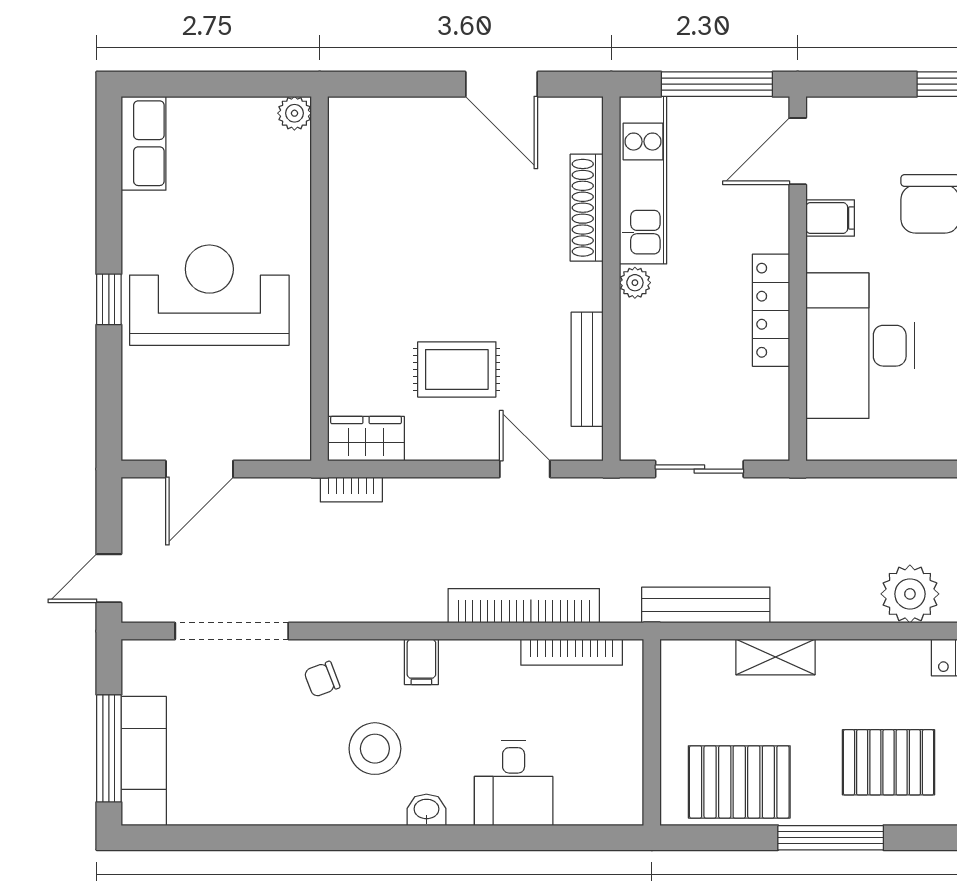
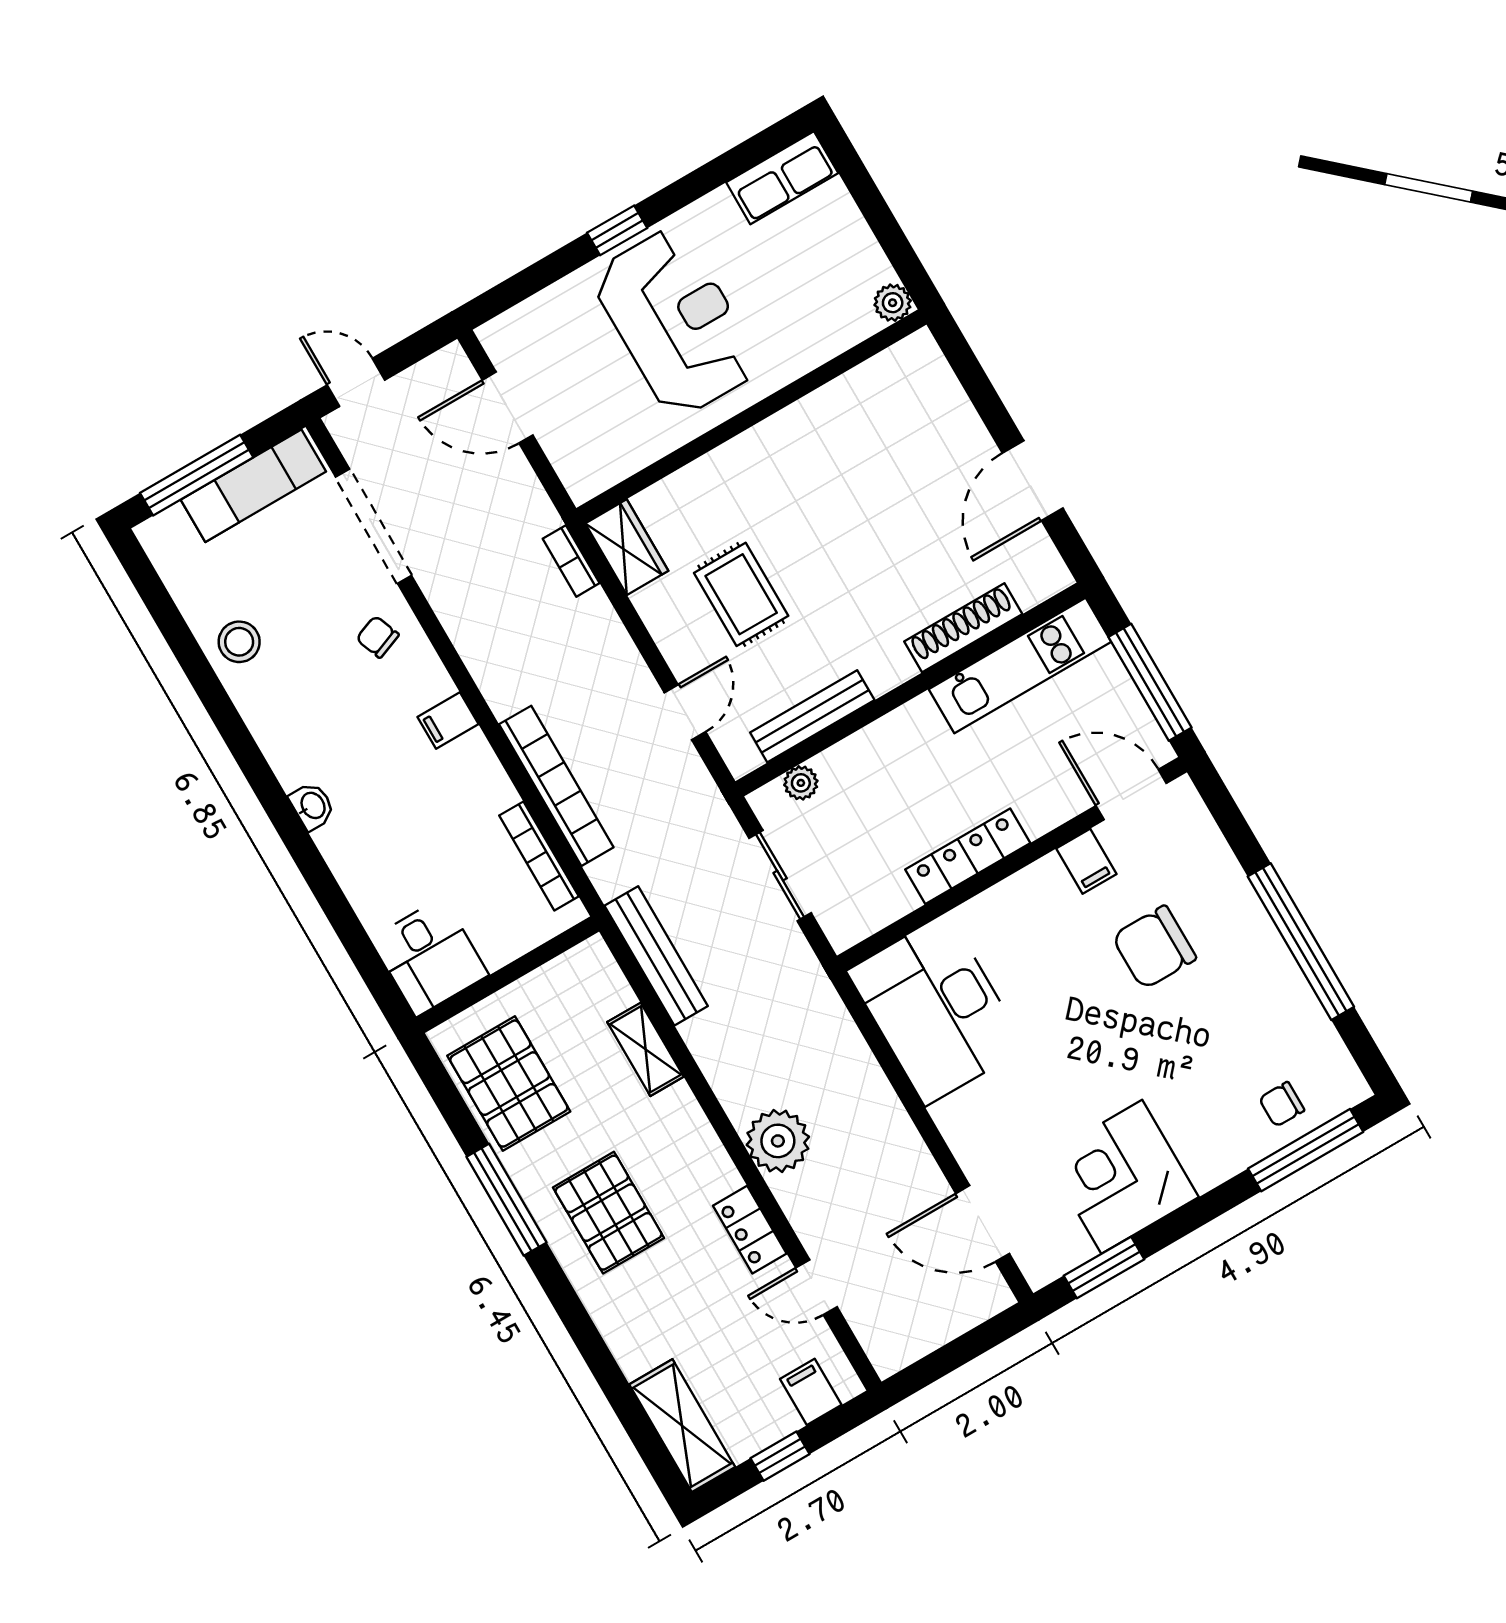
plant: (635, 283) -> (801, 783), moved
desk: (860, 346) -> (936, 1009), moved, turned -90
stool: (375, 749) -> (239, 642), moved, width x0.73, depth x0.73
exam couch: (144, 761) -> (253, 486), moved
desk: (514, 783) -> (430, 957), moved, turned -90

